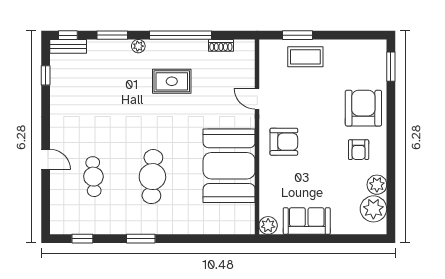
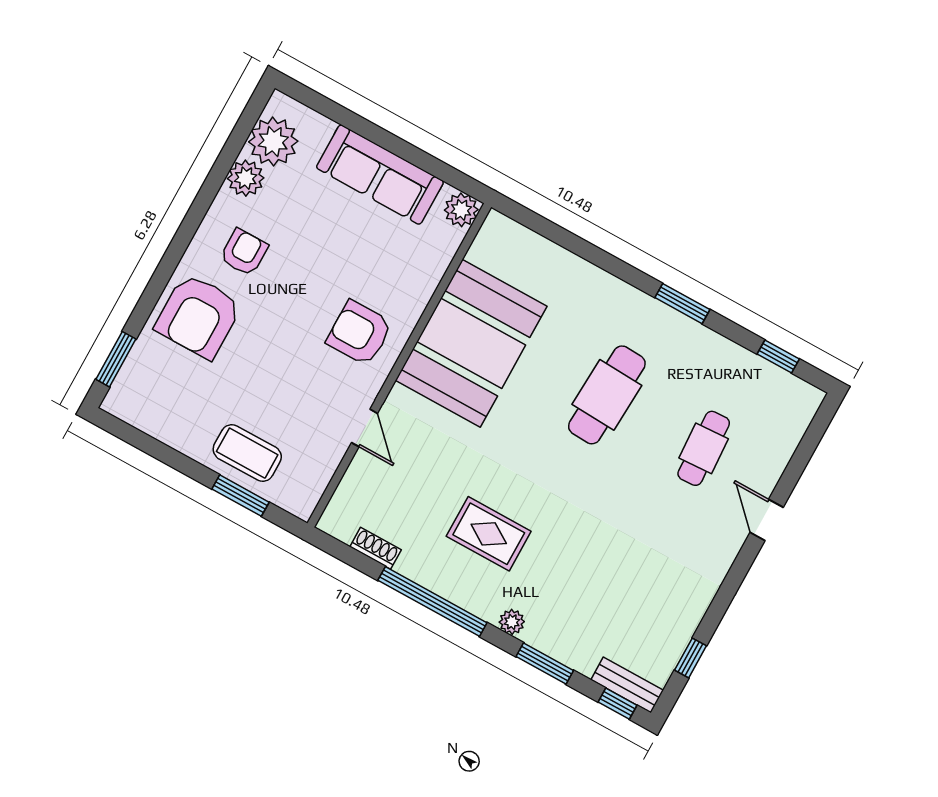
sofa: (307, 221) -> (380, 175), width x1.36

